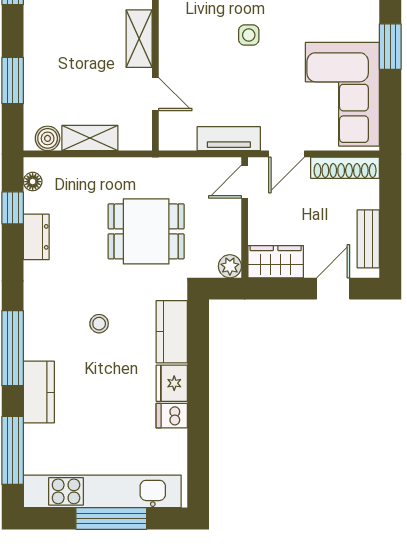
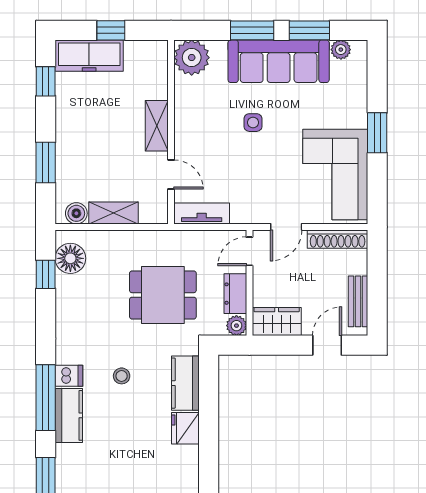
tv unit: (229, 139) -> (202, 213), moved
floor lamp: (33, 182) -> (70, 258), width x1.89, depth x1.89
dresser: (36, 237) -> (235, 294), moved, turned 180
kitchen counter: (39, 392) -> (69, 415), moved
dishwasher: (172, 416) -> (69, 376), moved, turned 180

